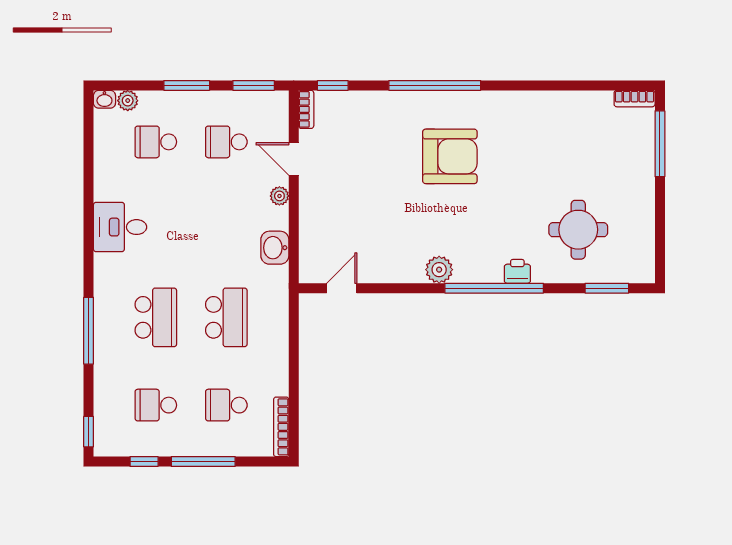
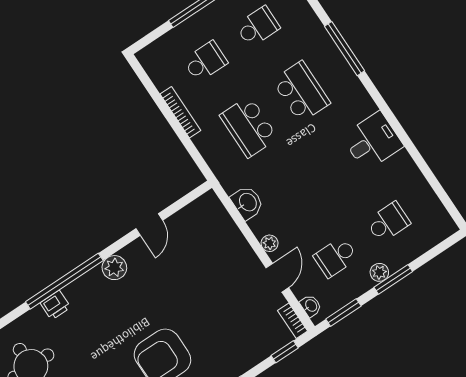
washbasin: (104, 99) -> (311, 306), moved, turned 90
plant: (128, 101) -> (379, 272), moved
school desk: (226, 142) -> (336, 257), turned 180
door: (294, 159) -> (277, 278), hinge flipped
door: (342, 288) -> (149, 225), moved
school desk: (156, 317) -> (301, 92), turned 180
bookcase: (281, 427) -> (180, 112), moved

